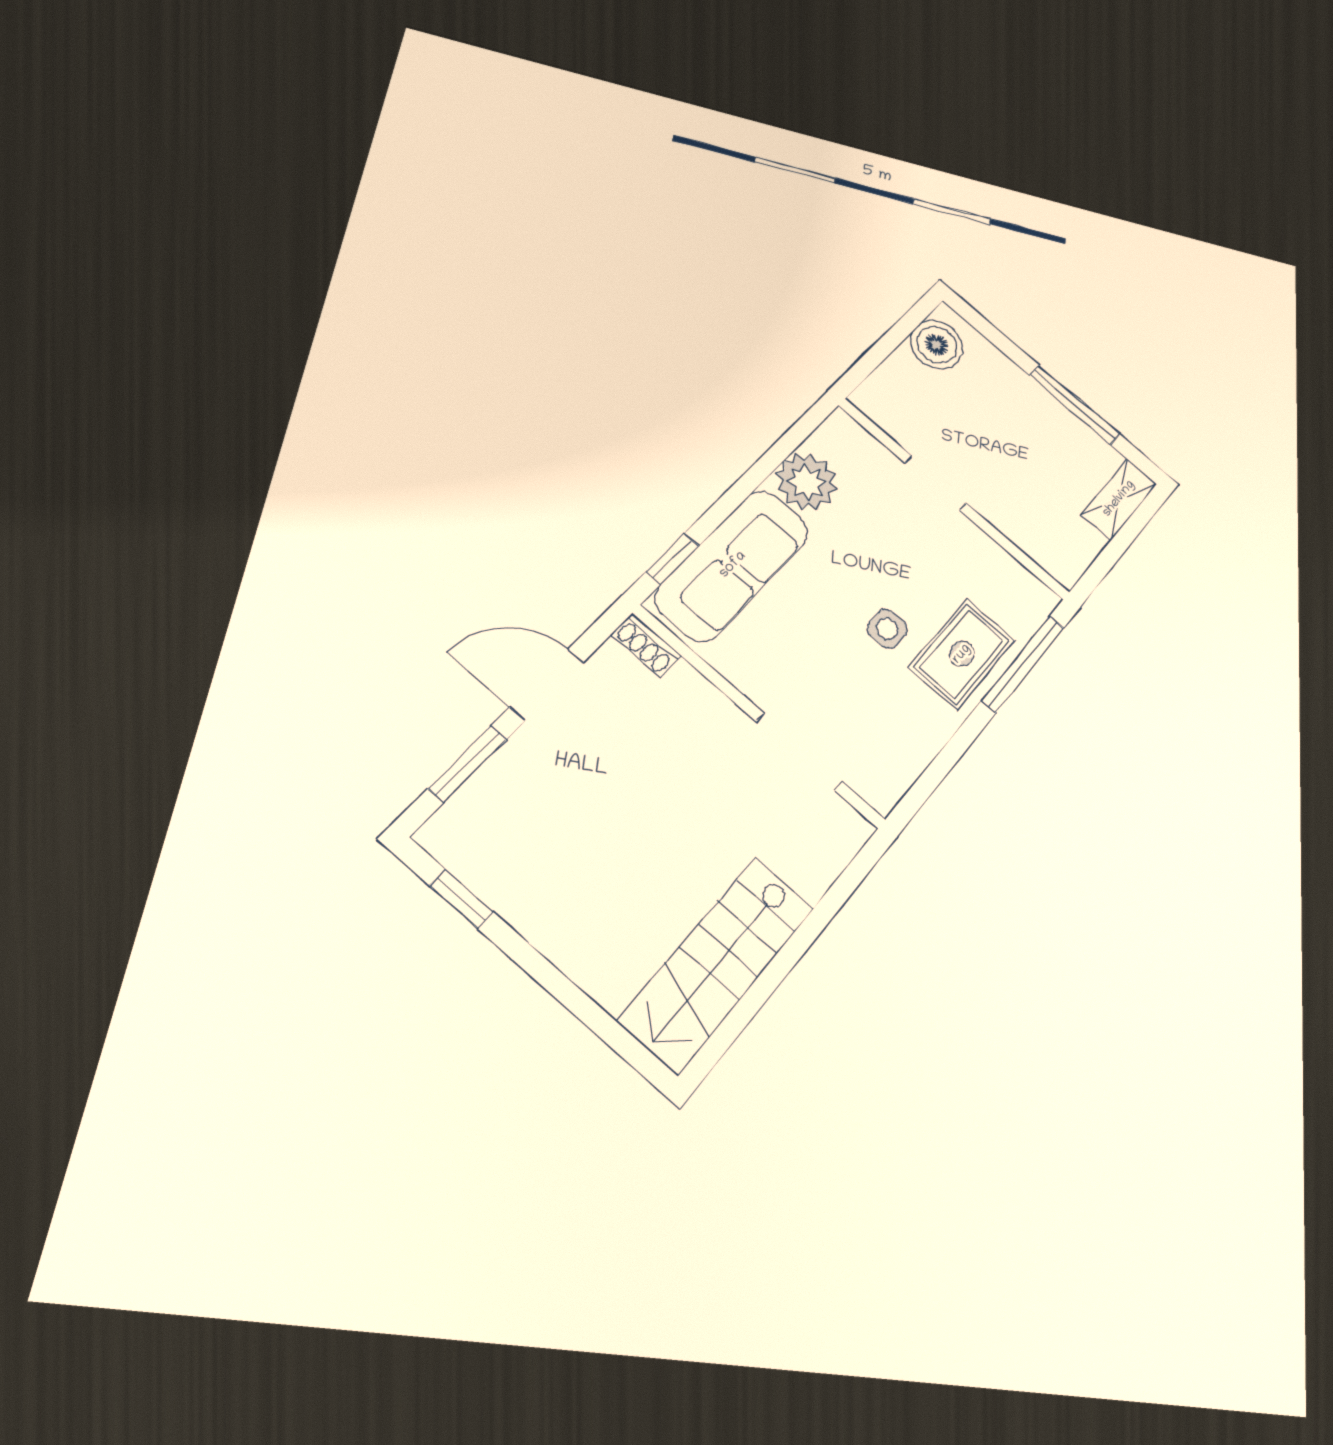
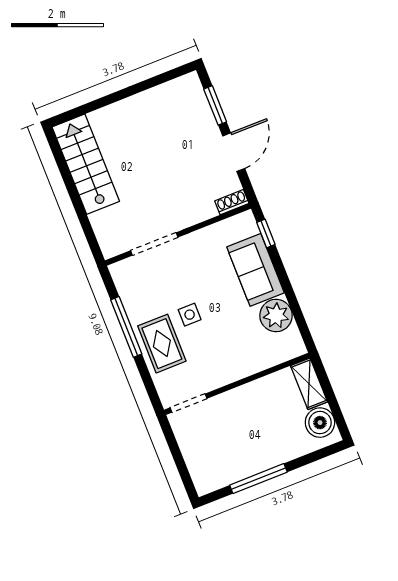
doorway: (935, 483) -> (189, 403), moved
shelving: (1119, 499) -> (309, 384), moved
sofa: (733, 565) -> (255, 270), width x0.73
window: (1023, 664) -> (126, 327), moved
window: (462, 899) -> (162, 79), removed

